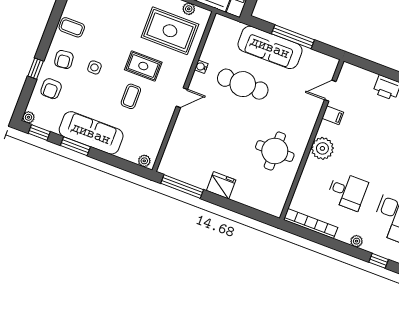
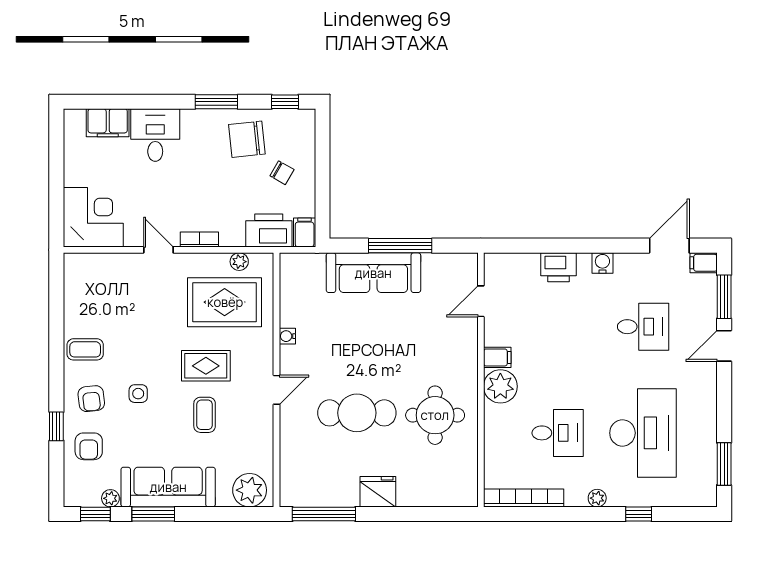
cafe table: (243, 84) -> (357, 413), moved
filing cabinet: (333, 115) -> (497, 357), moved
plant: (28, 117) -> (110, 498), moved
plant: (144, 161) -> (250, 490), width x1.87, depth x1.87

